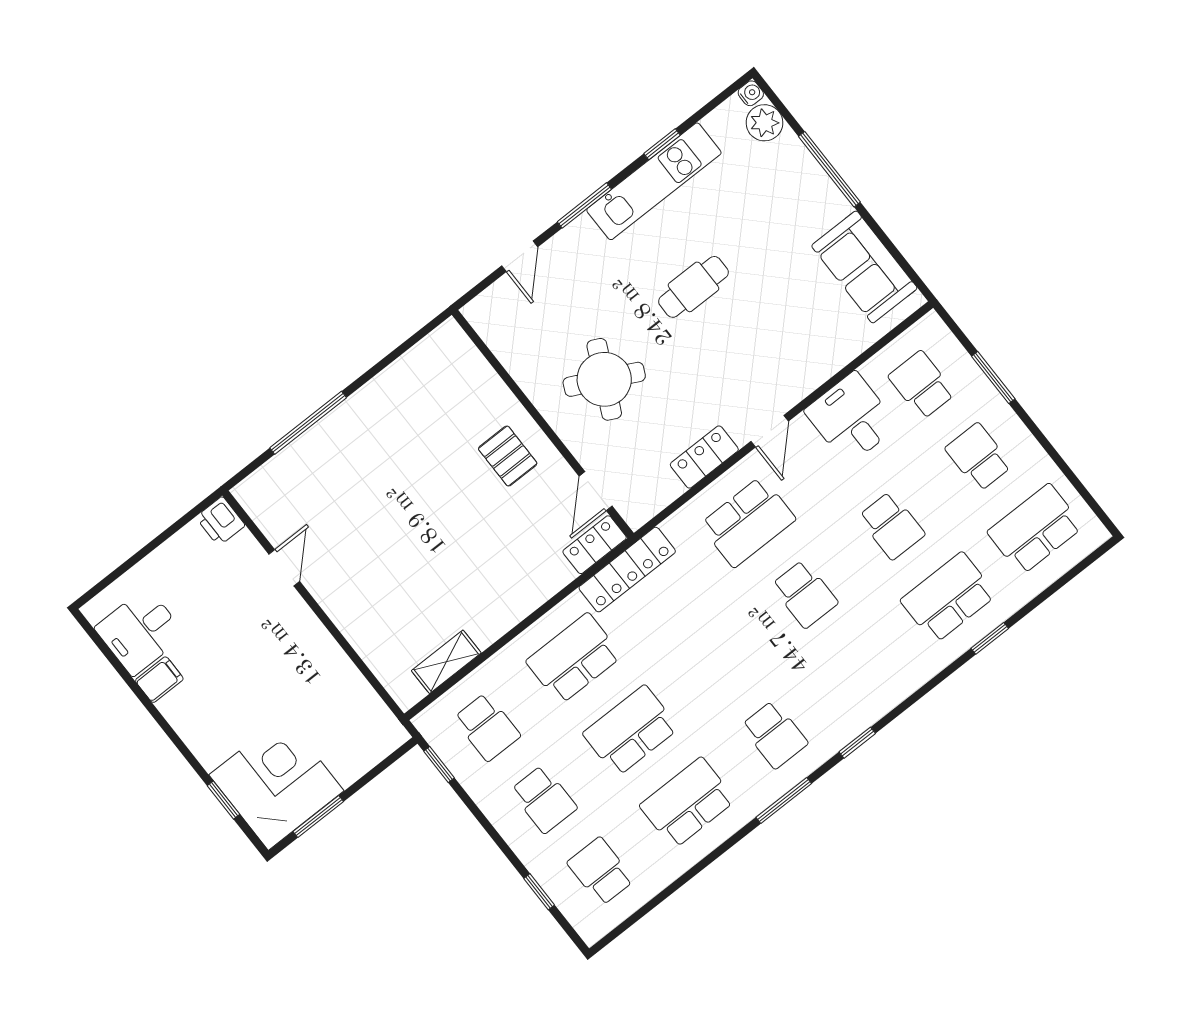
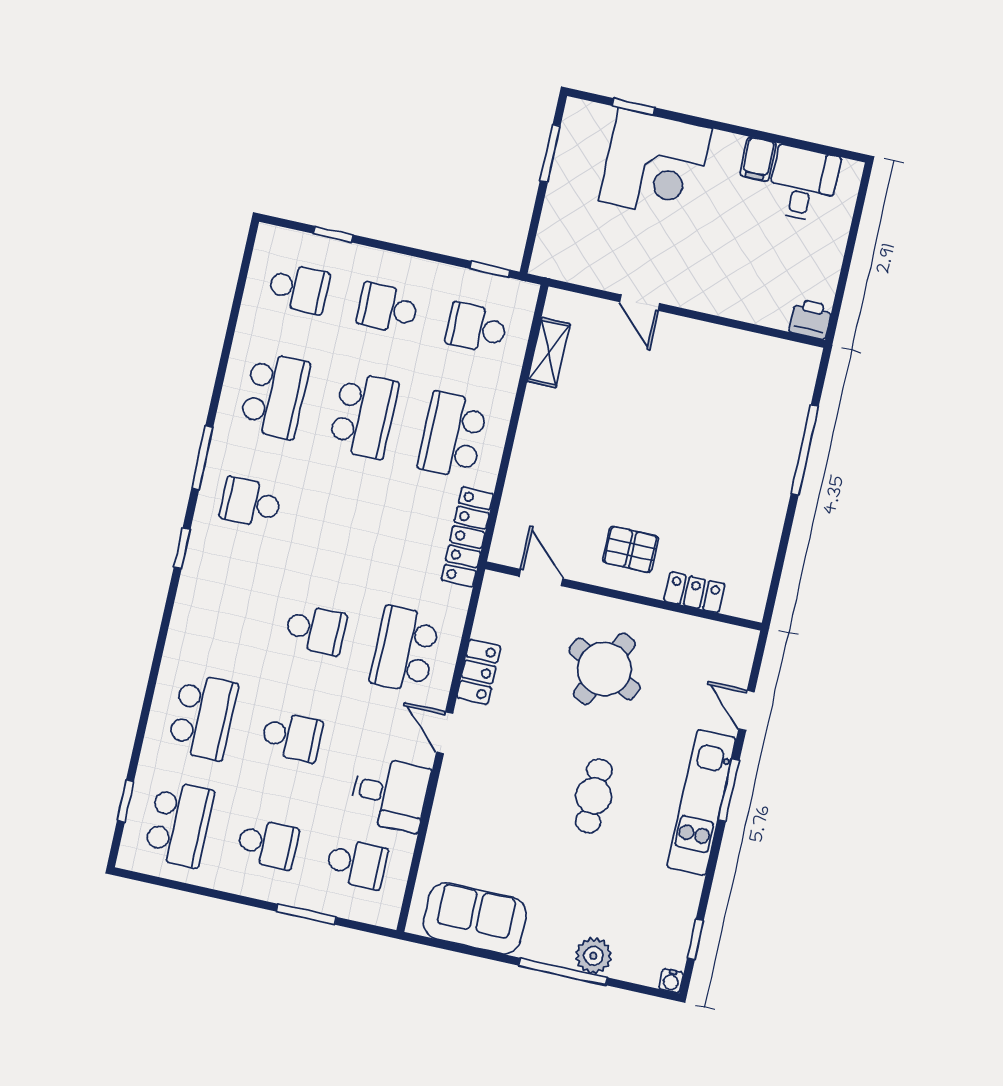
plant: (764, 123) -> (593, 956), moved
window: (662, 144) -> (695, 939), moved
kitchen unit: (654, 181) -> (701, 802), moved
school desk: (892, 526) -> (292, 737), turned 180
locker: (595, 545) -> (694, 592), moved, turned -90
door: (284, 568) -> (640, 303), moved
school desk: (805, 594) -> (316, 630), turned 180
window: (990, 638) -> (126, 801), moved
school desk: (574, 659) -> (453, 435), turned 180
corner desk: (276, 783) -> (655, 165), moved

